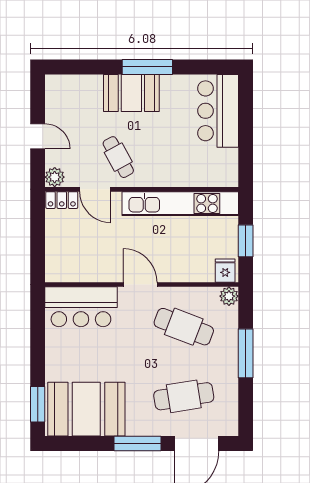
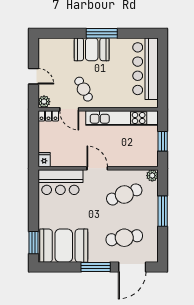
bar counter: (218, 111) -> (146, 69), width x1.36
fridge: (225, 271) -> (44, 160), moved
cafe table: (184, 327) -> (124, 194), turned -42

